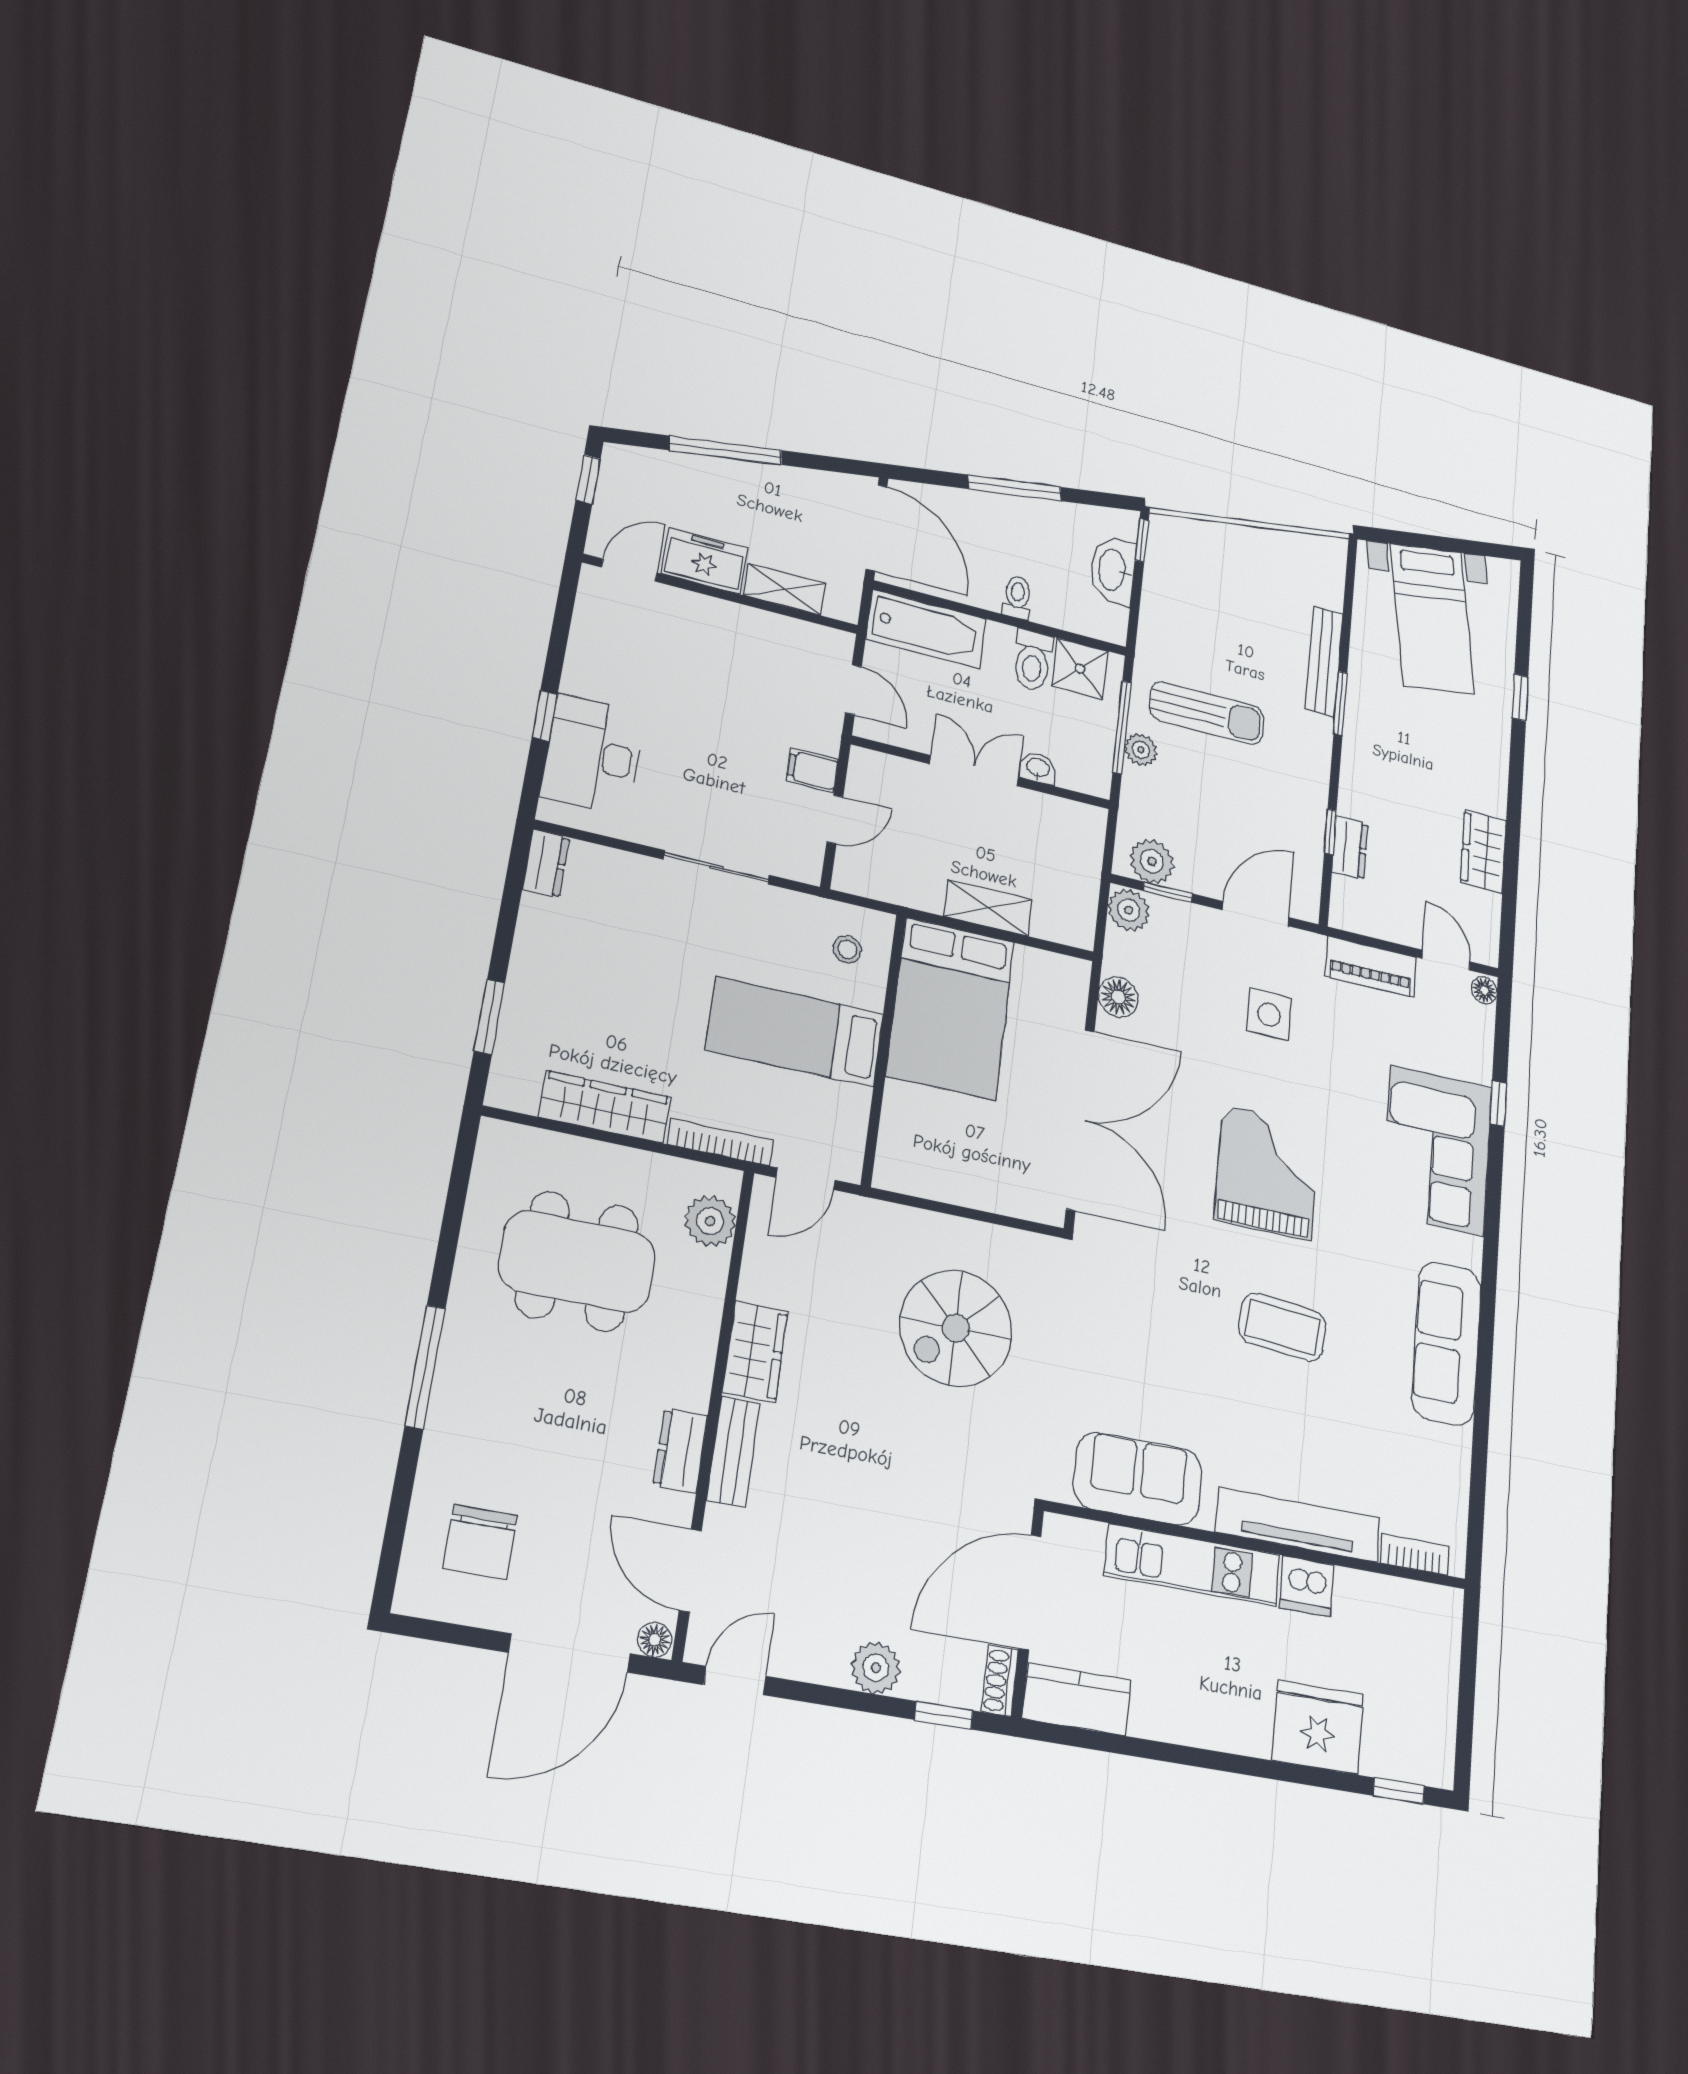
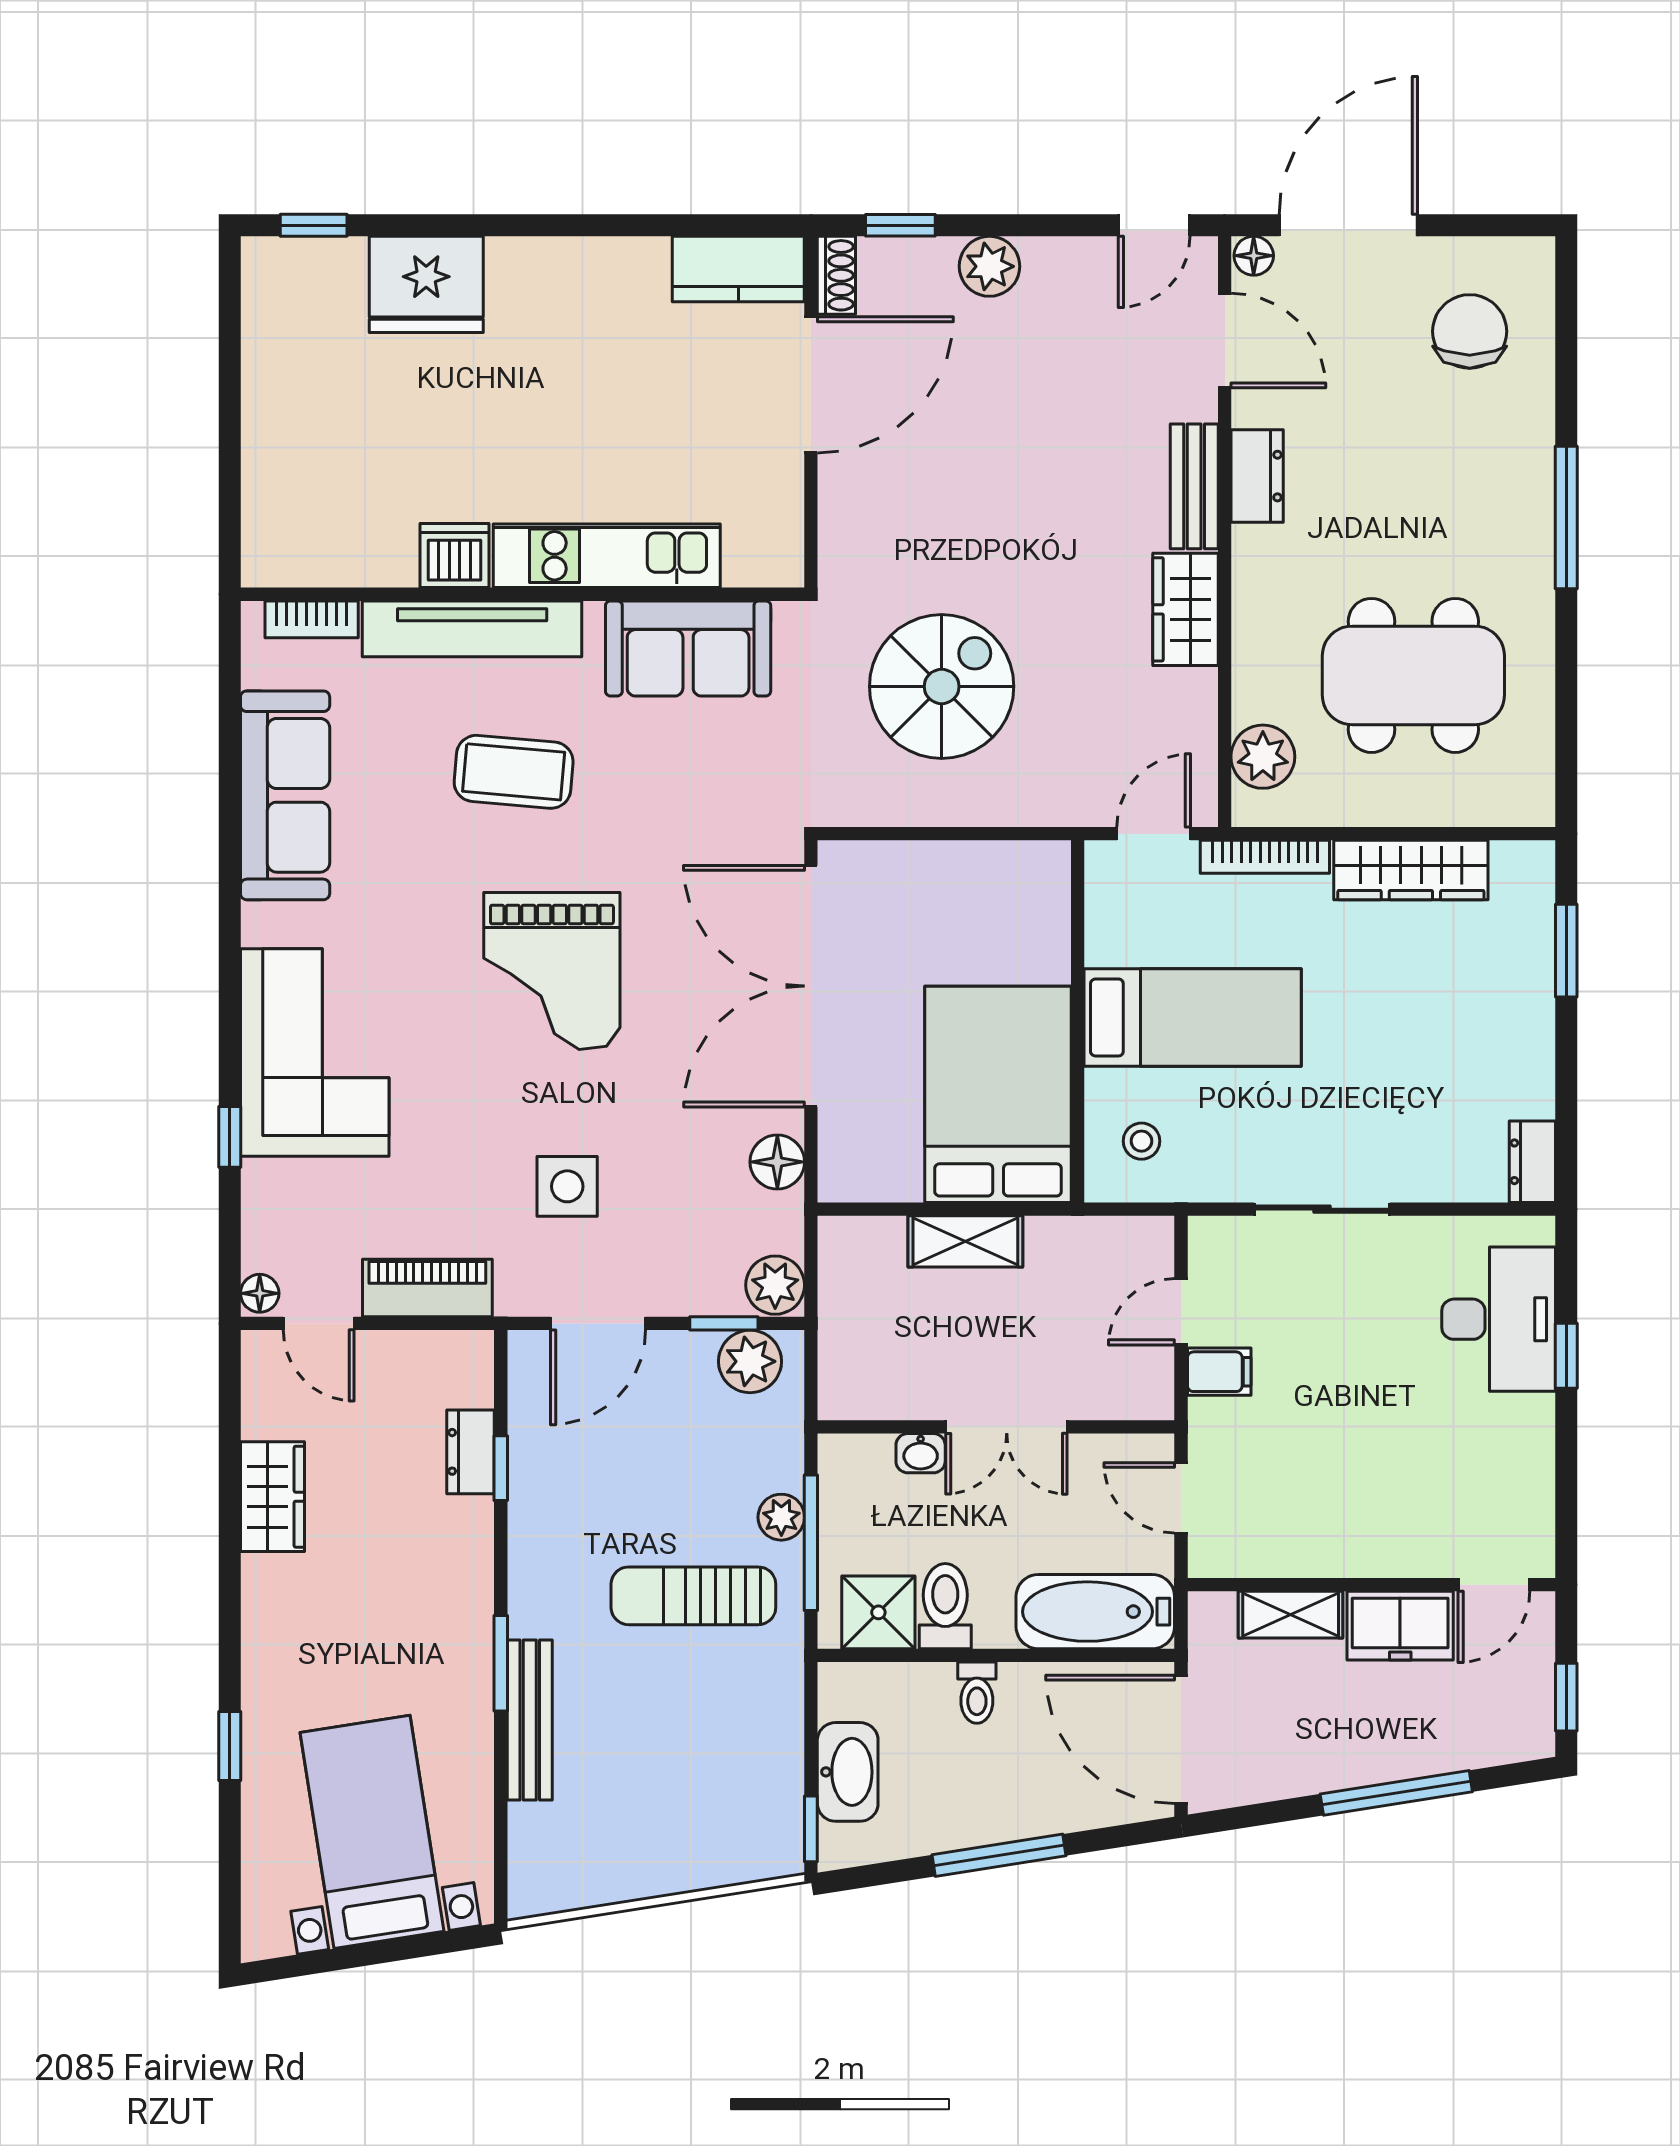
sofa: (1138, 1479) -> (688, 648), moved
tv unit: (1298, 1525) -> (472, 629), moved
wall: (1259, 1546) -> (523, 594), moved
bookcase: (1415, 1555) -> (312, 619), moved
kitchen unit: (1193, 1565) -> (607, 556), moved
dishwasher: (1307, 1586) -> (455, 556), moved

